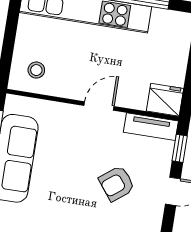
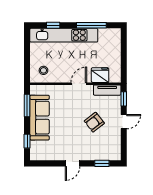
fridge: (165, 100) -> (100, 75), moved

